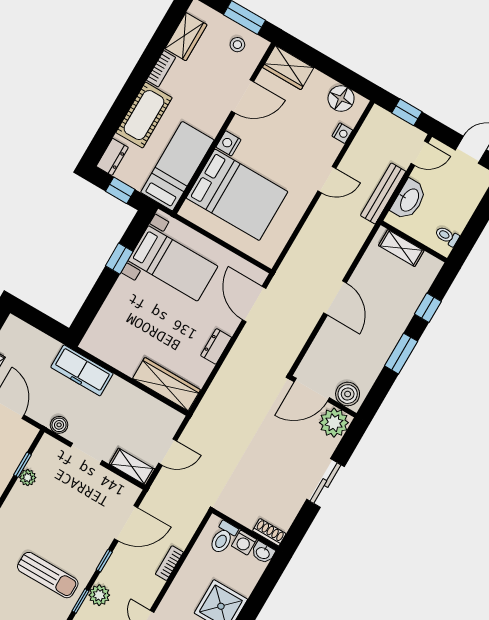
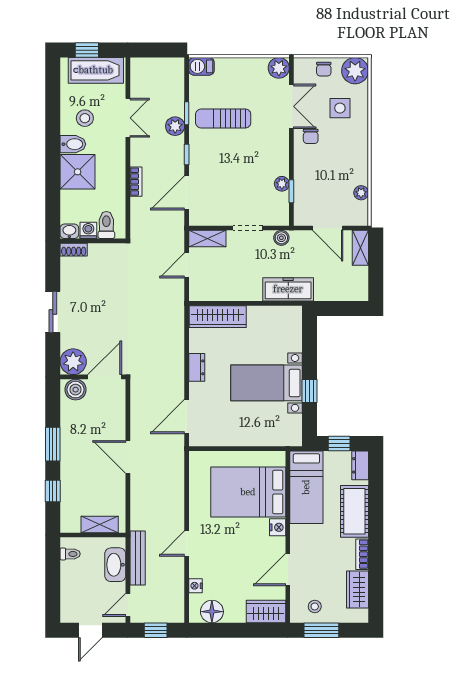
bed with nightstands: (173, 263) -> (267, 383), moved
door: (254, 304) -> (187, 416), swing flipped

